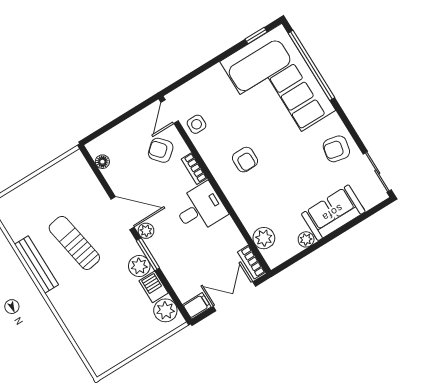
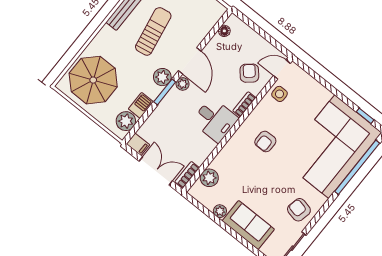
plant: (139, 266) -> (162, 77), moved
parasol: (106, 331) -> (93, 80), added

